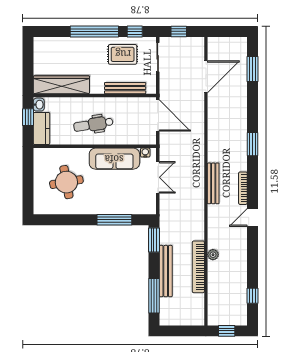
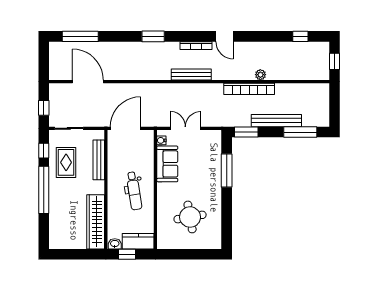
window: (252, 69) -> (80, 36), width x1.44
sofa: (114, 159) -> (167, 164), width x0.73
bookcase: (198, 267) -> (249, 89), moved

